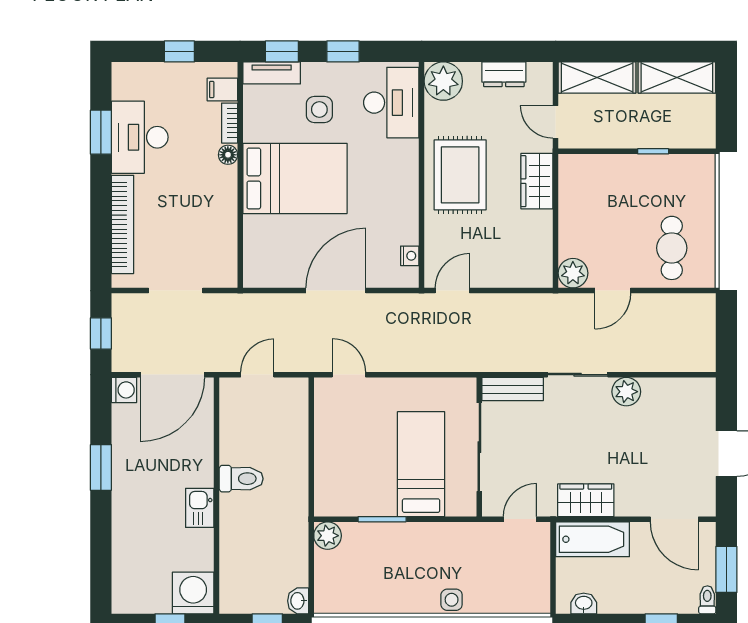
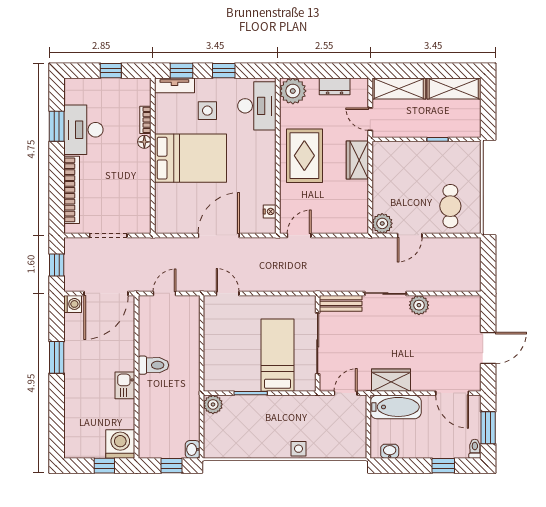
filing cabinet: (222, 90) -> (140, 97), removed

